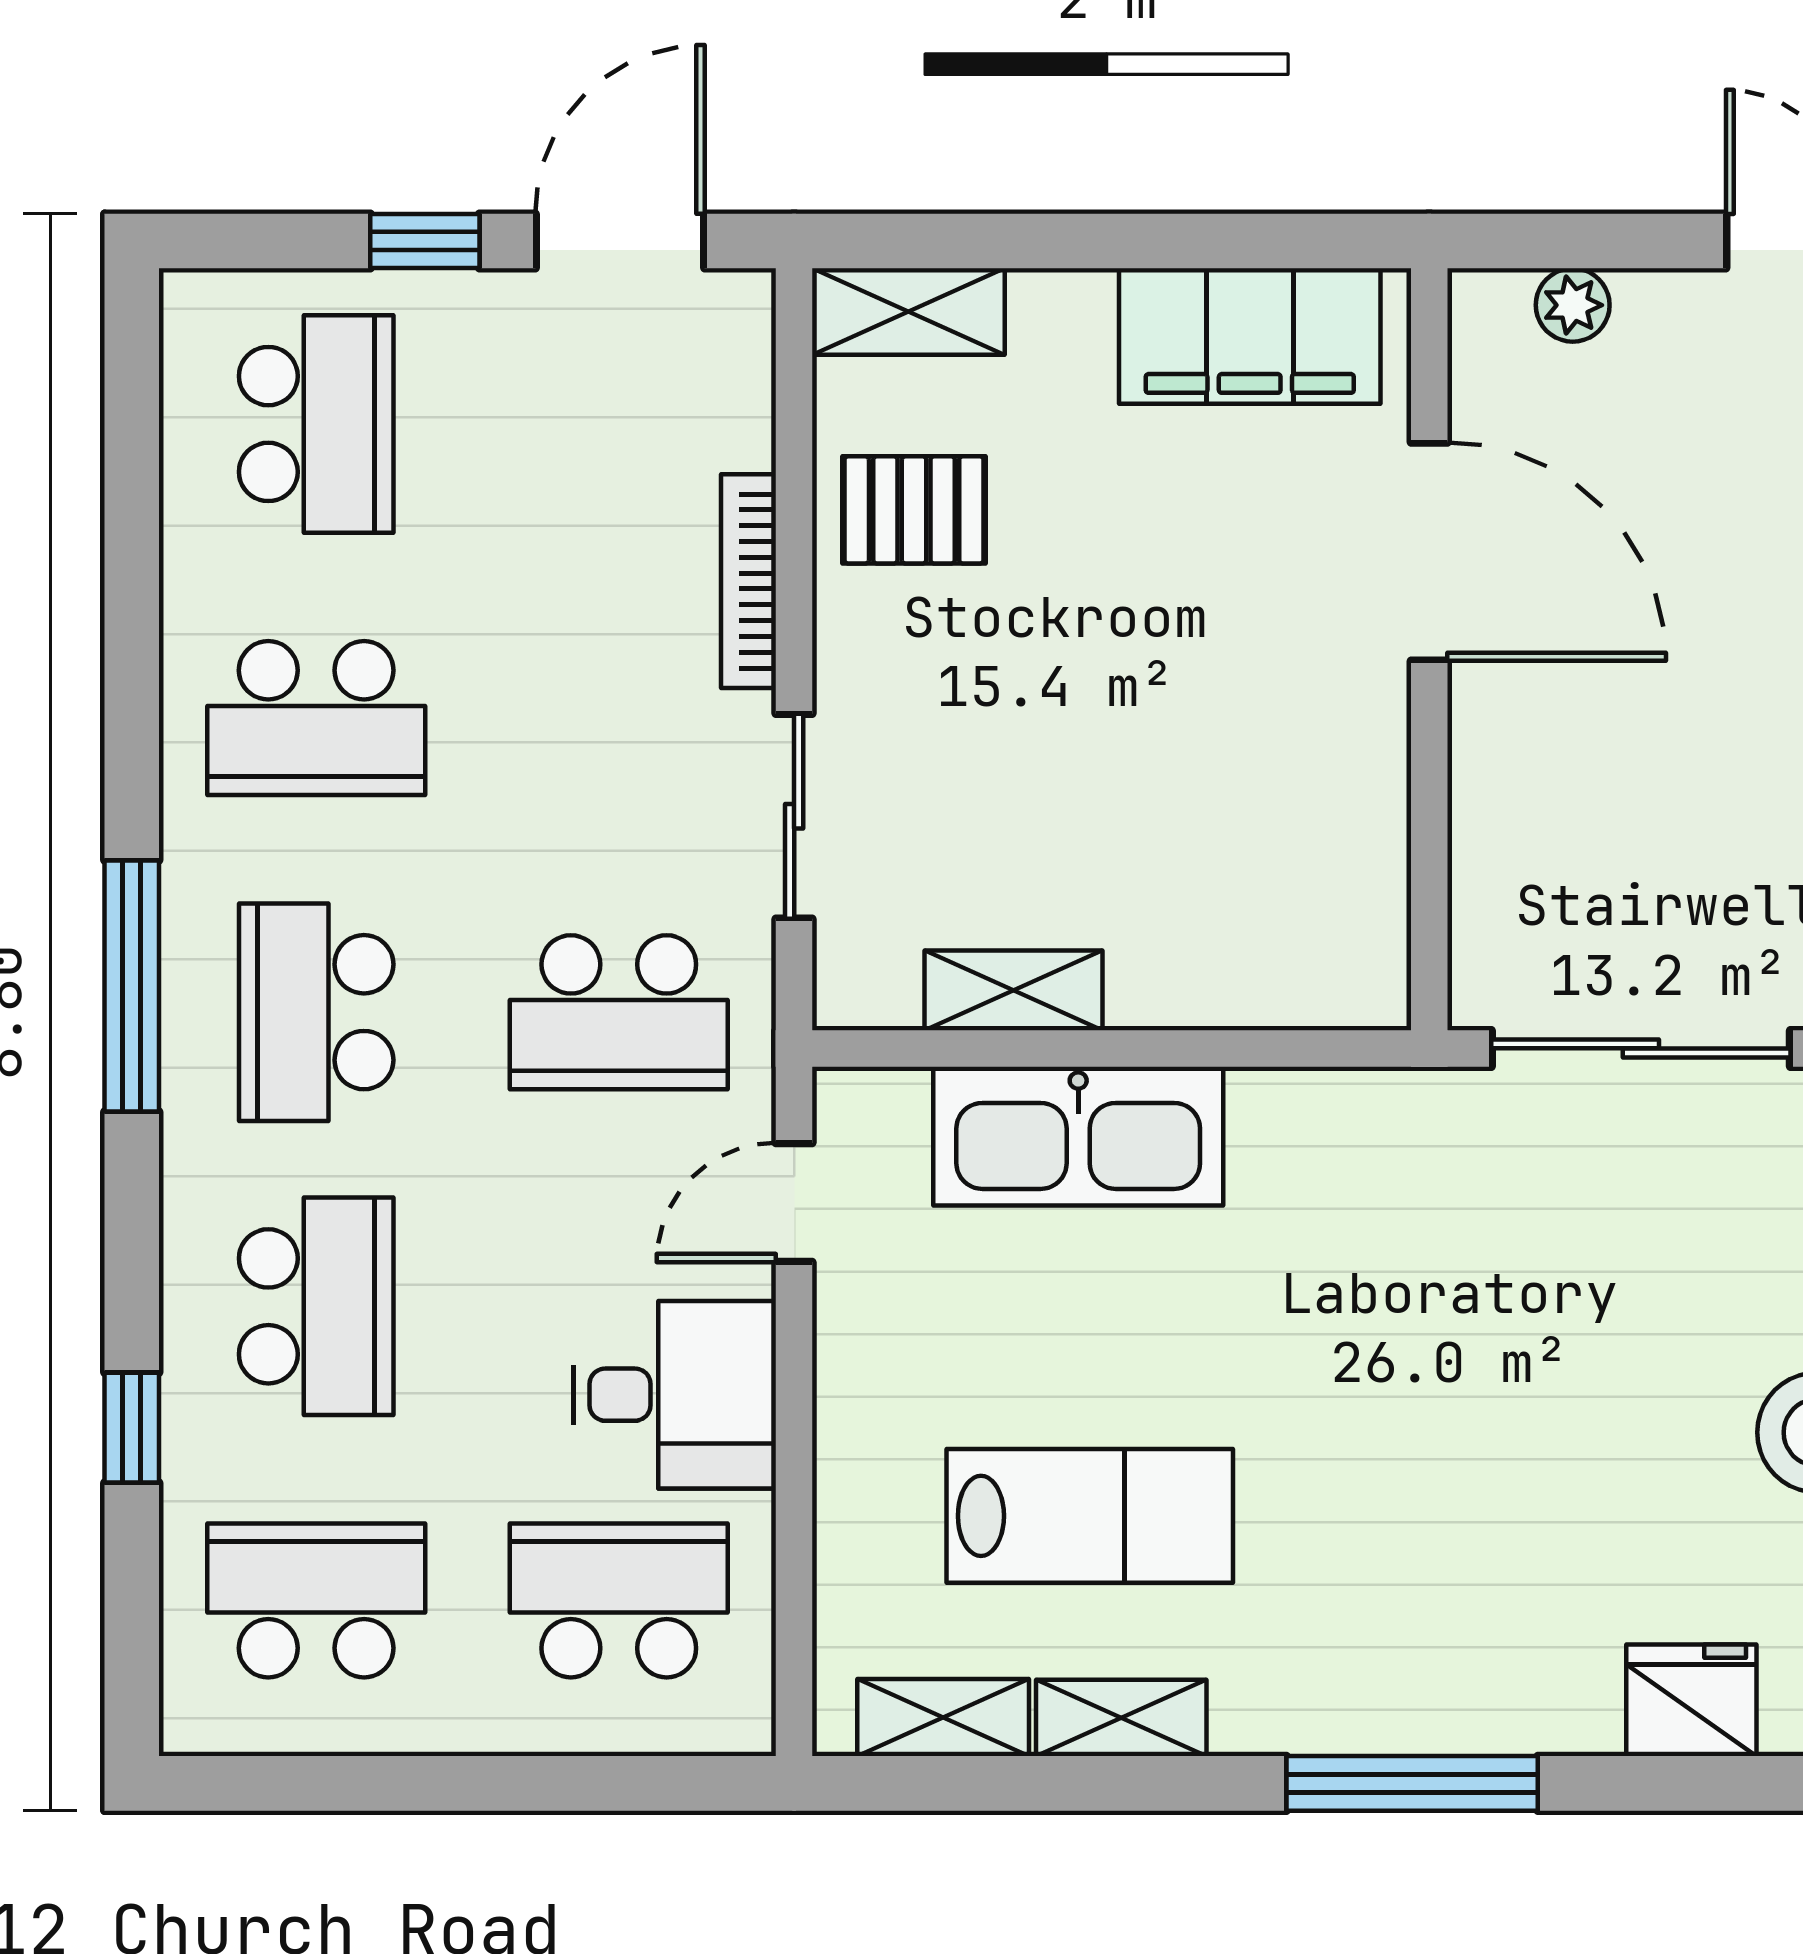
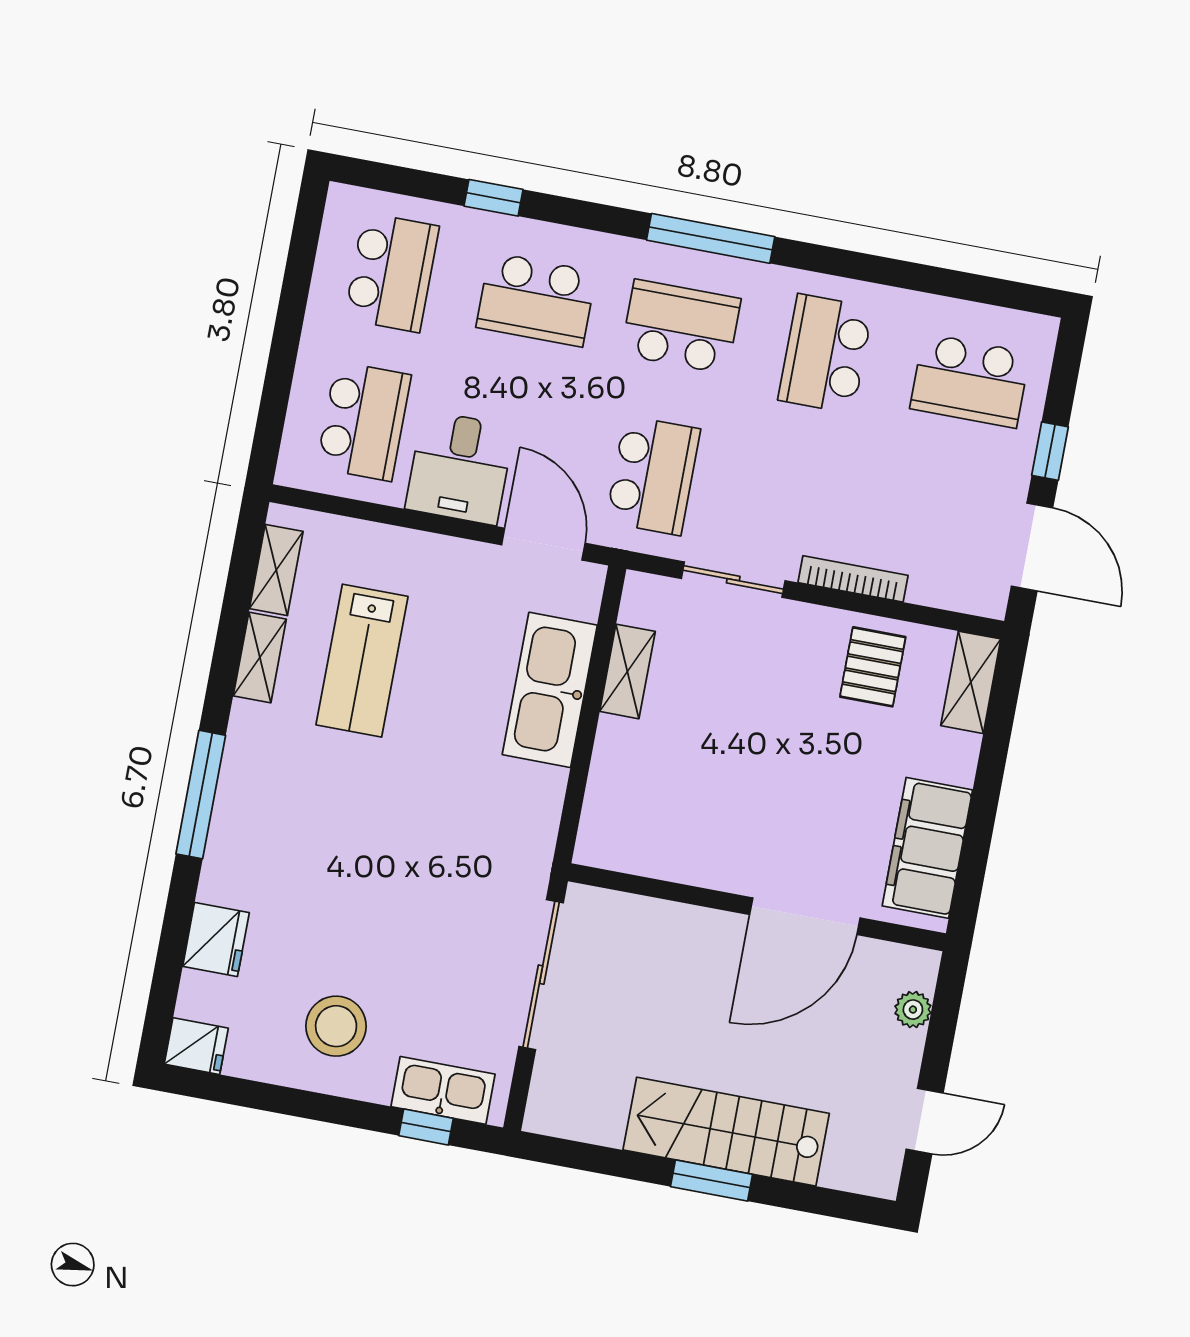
school desk: (619, 1012) -> (653, 475), turned 180
door: (794, 1202) -> (543, 544), width x1.38

